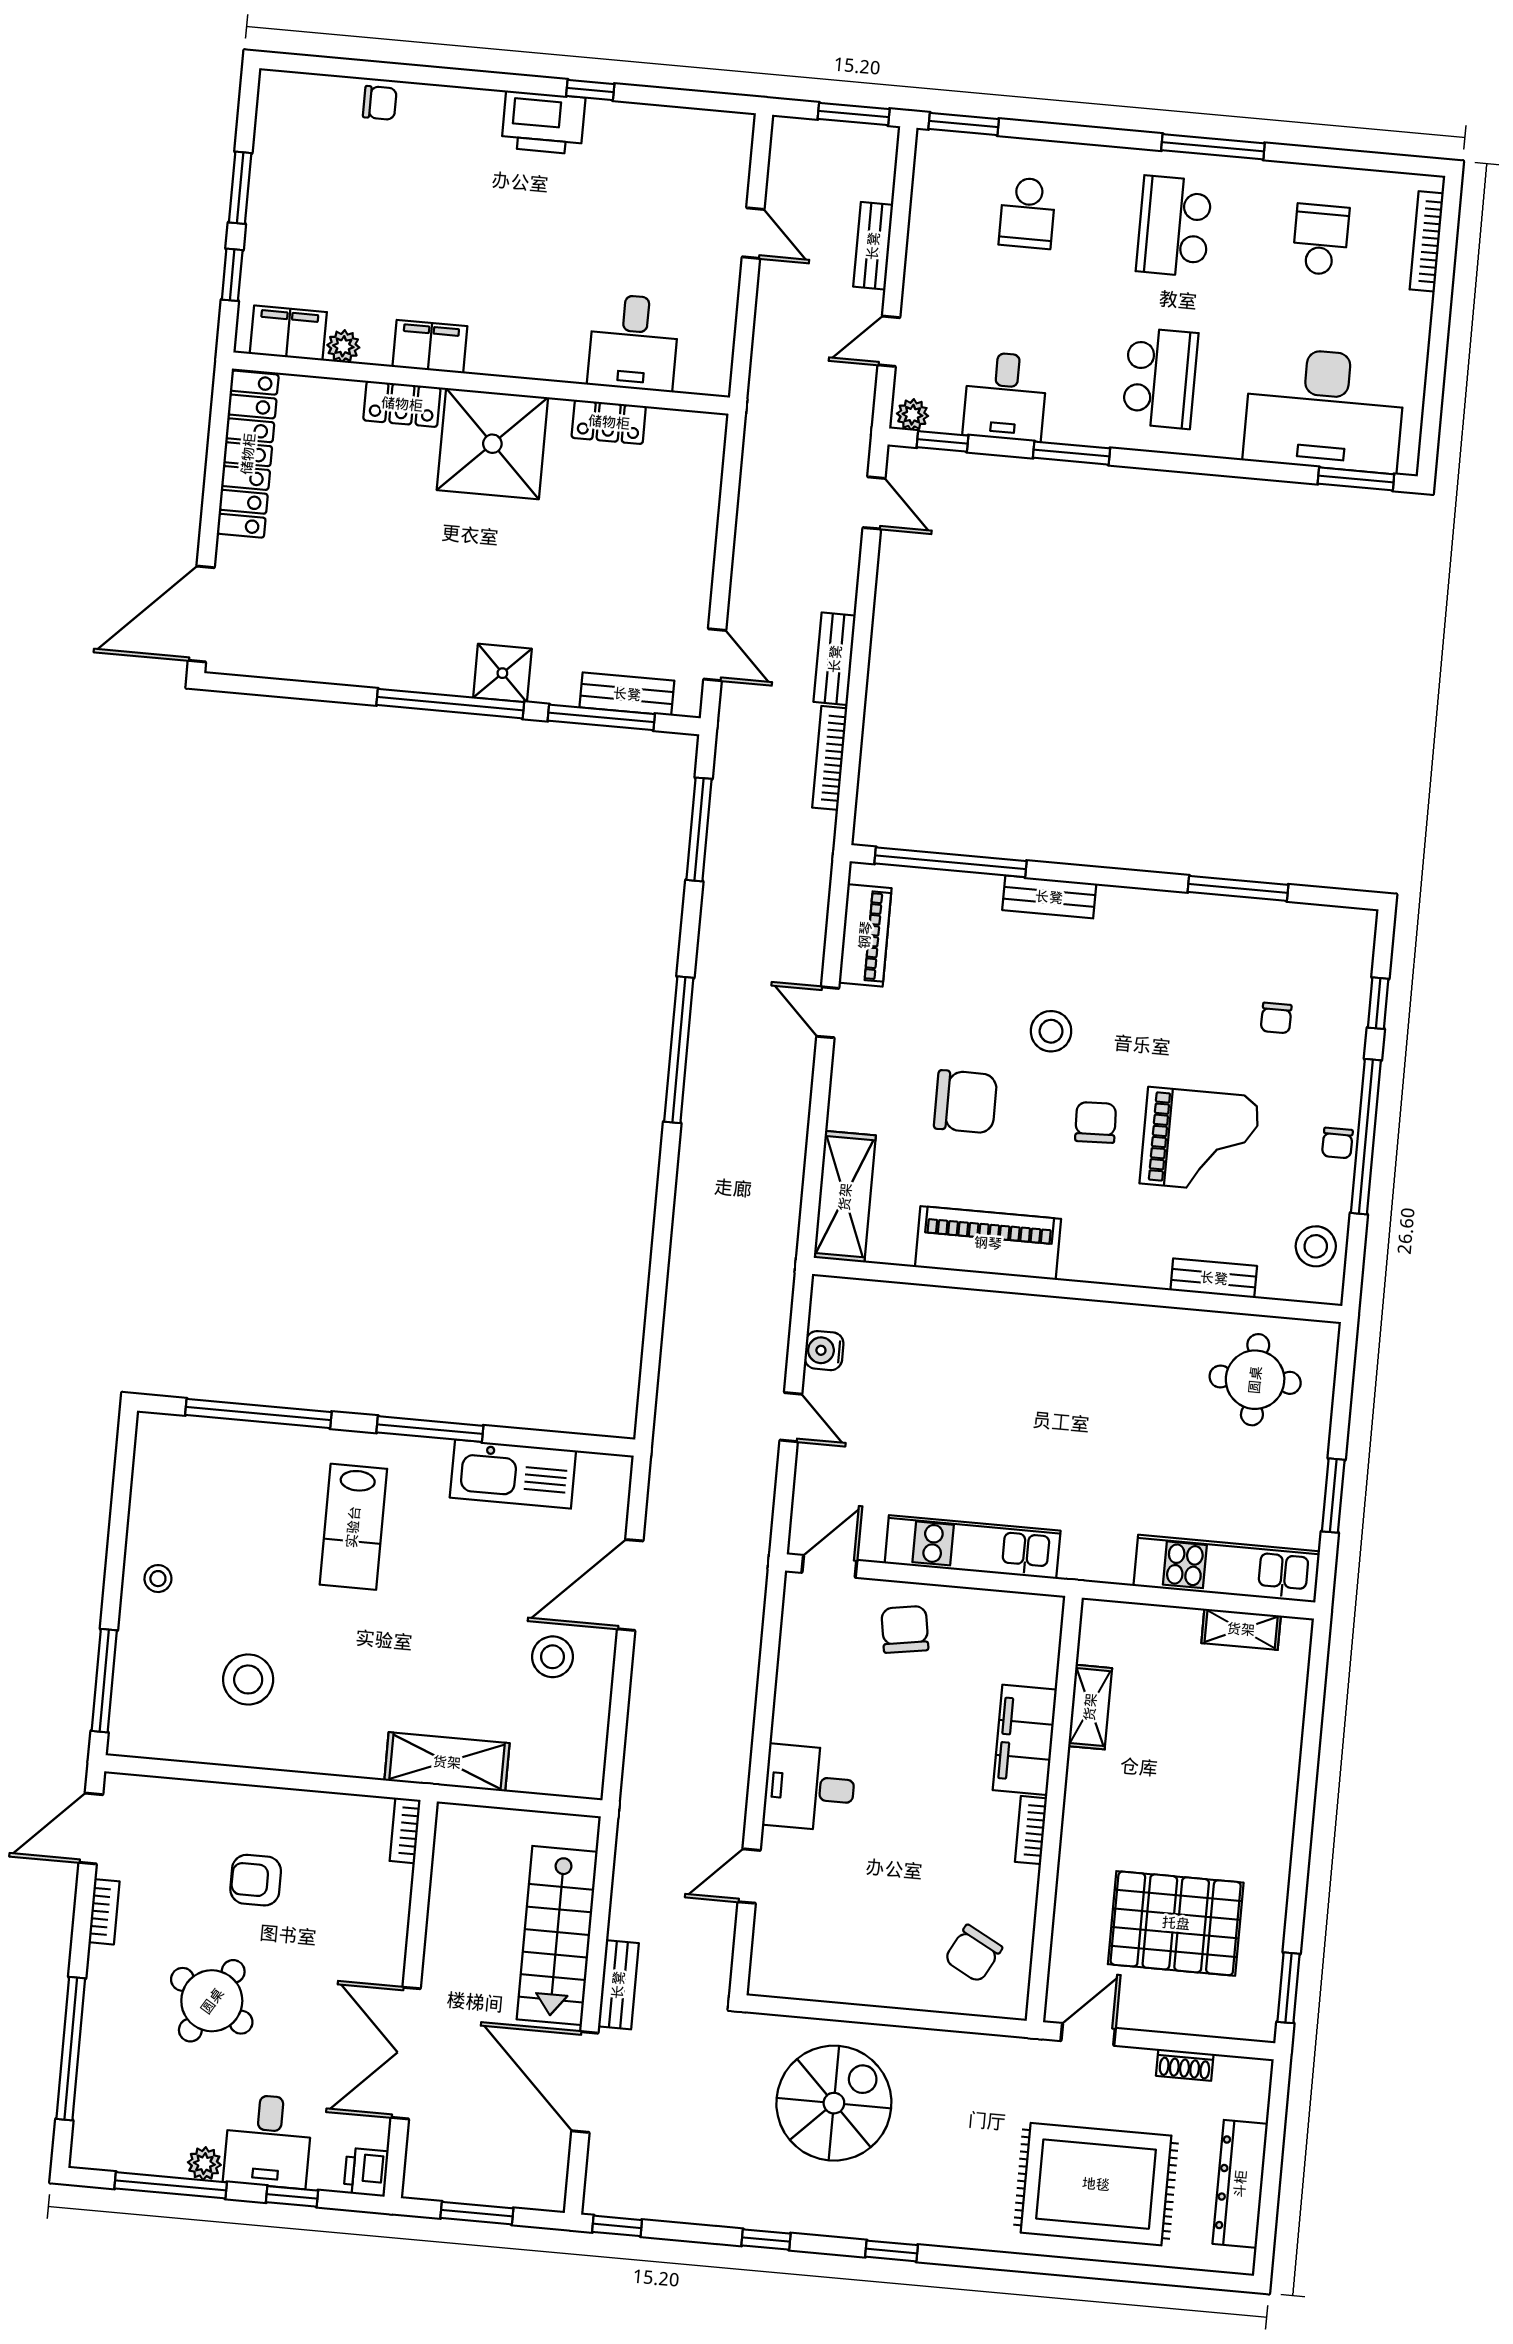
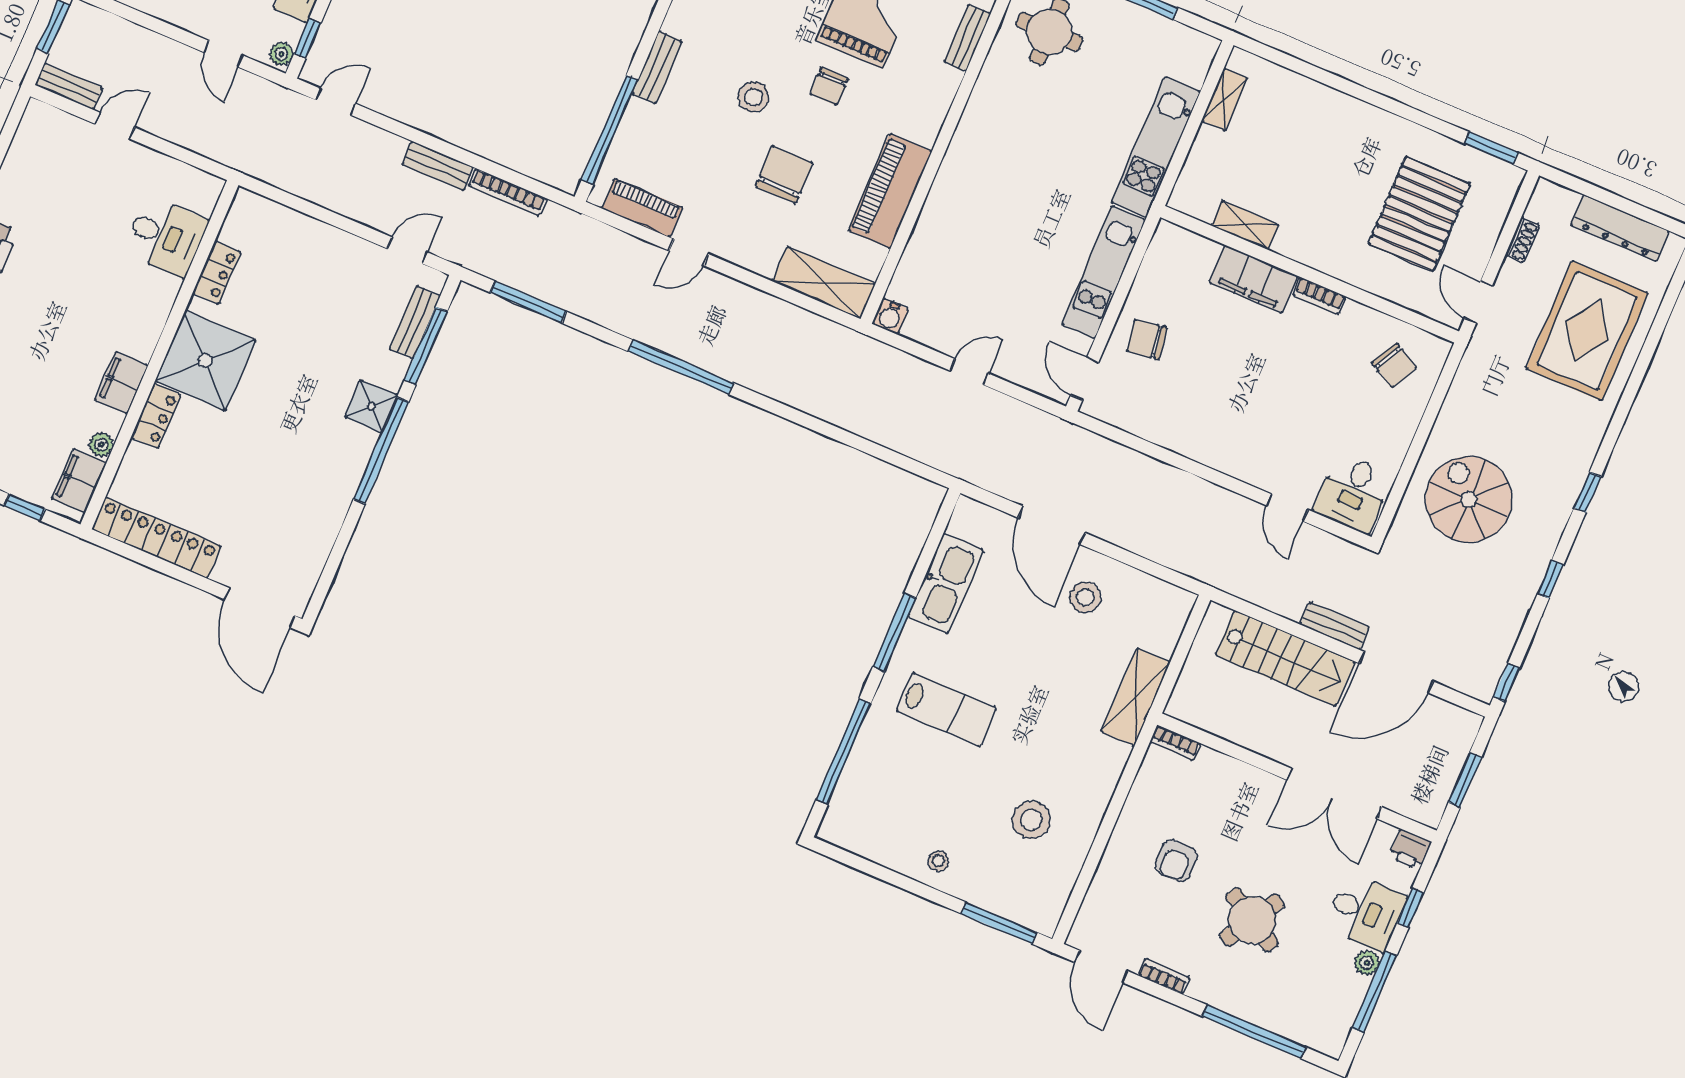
bench: (873, 246) -> (69, 86), moved
chair: (1096, 1122) -> (829, 86), turned -88
water cooler: (824, 1351) -> (890, 316), moved
kitchen unit: (1227, 1569) -> (1156, 147), moved
desk: (809, 1788) -> (1353, 493), moved

